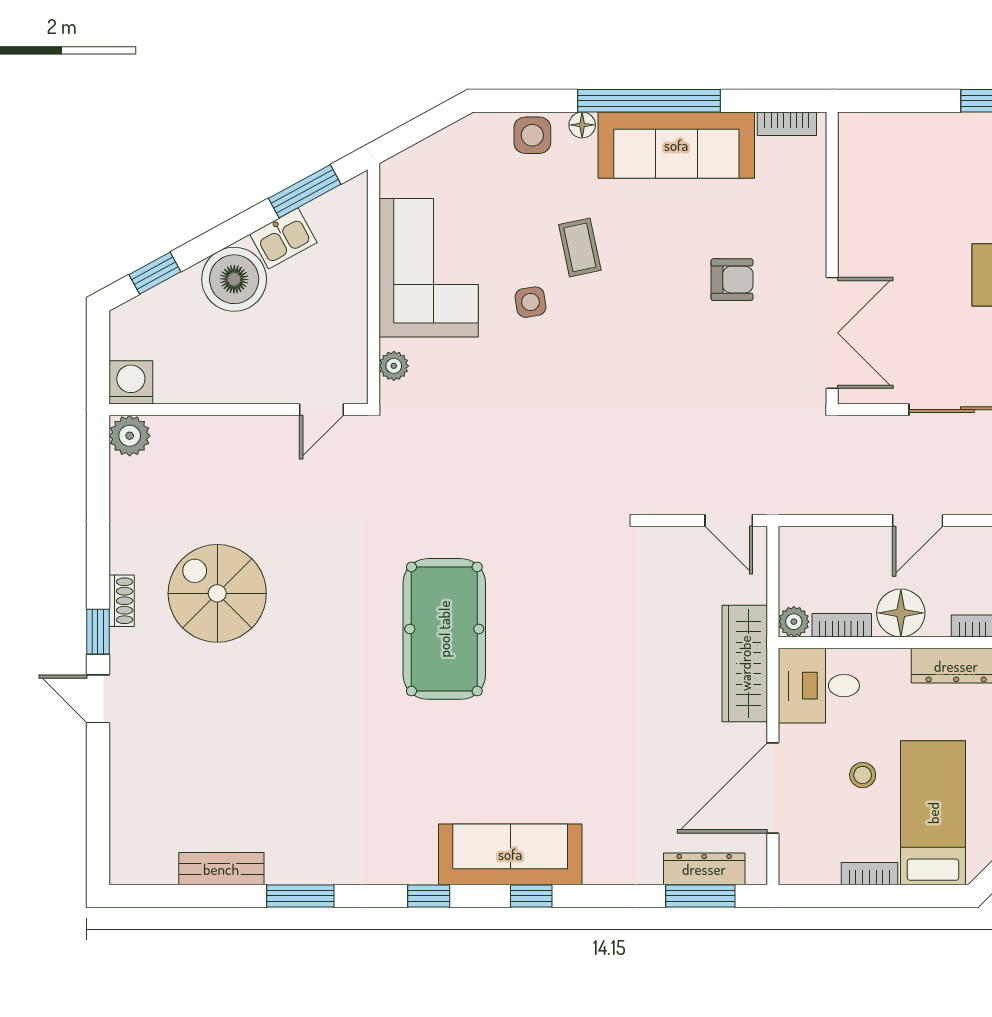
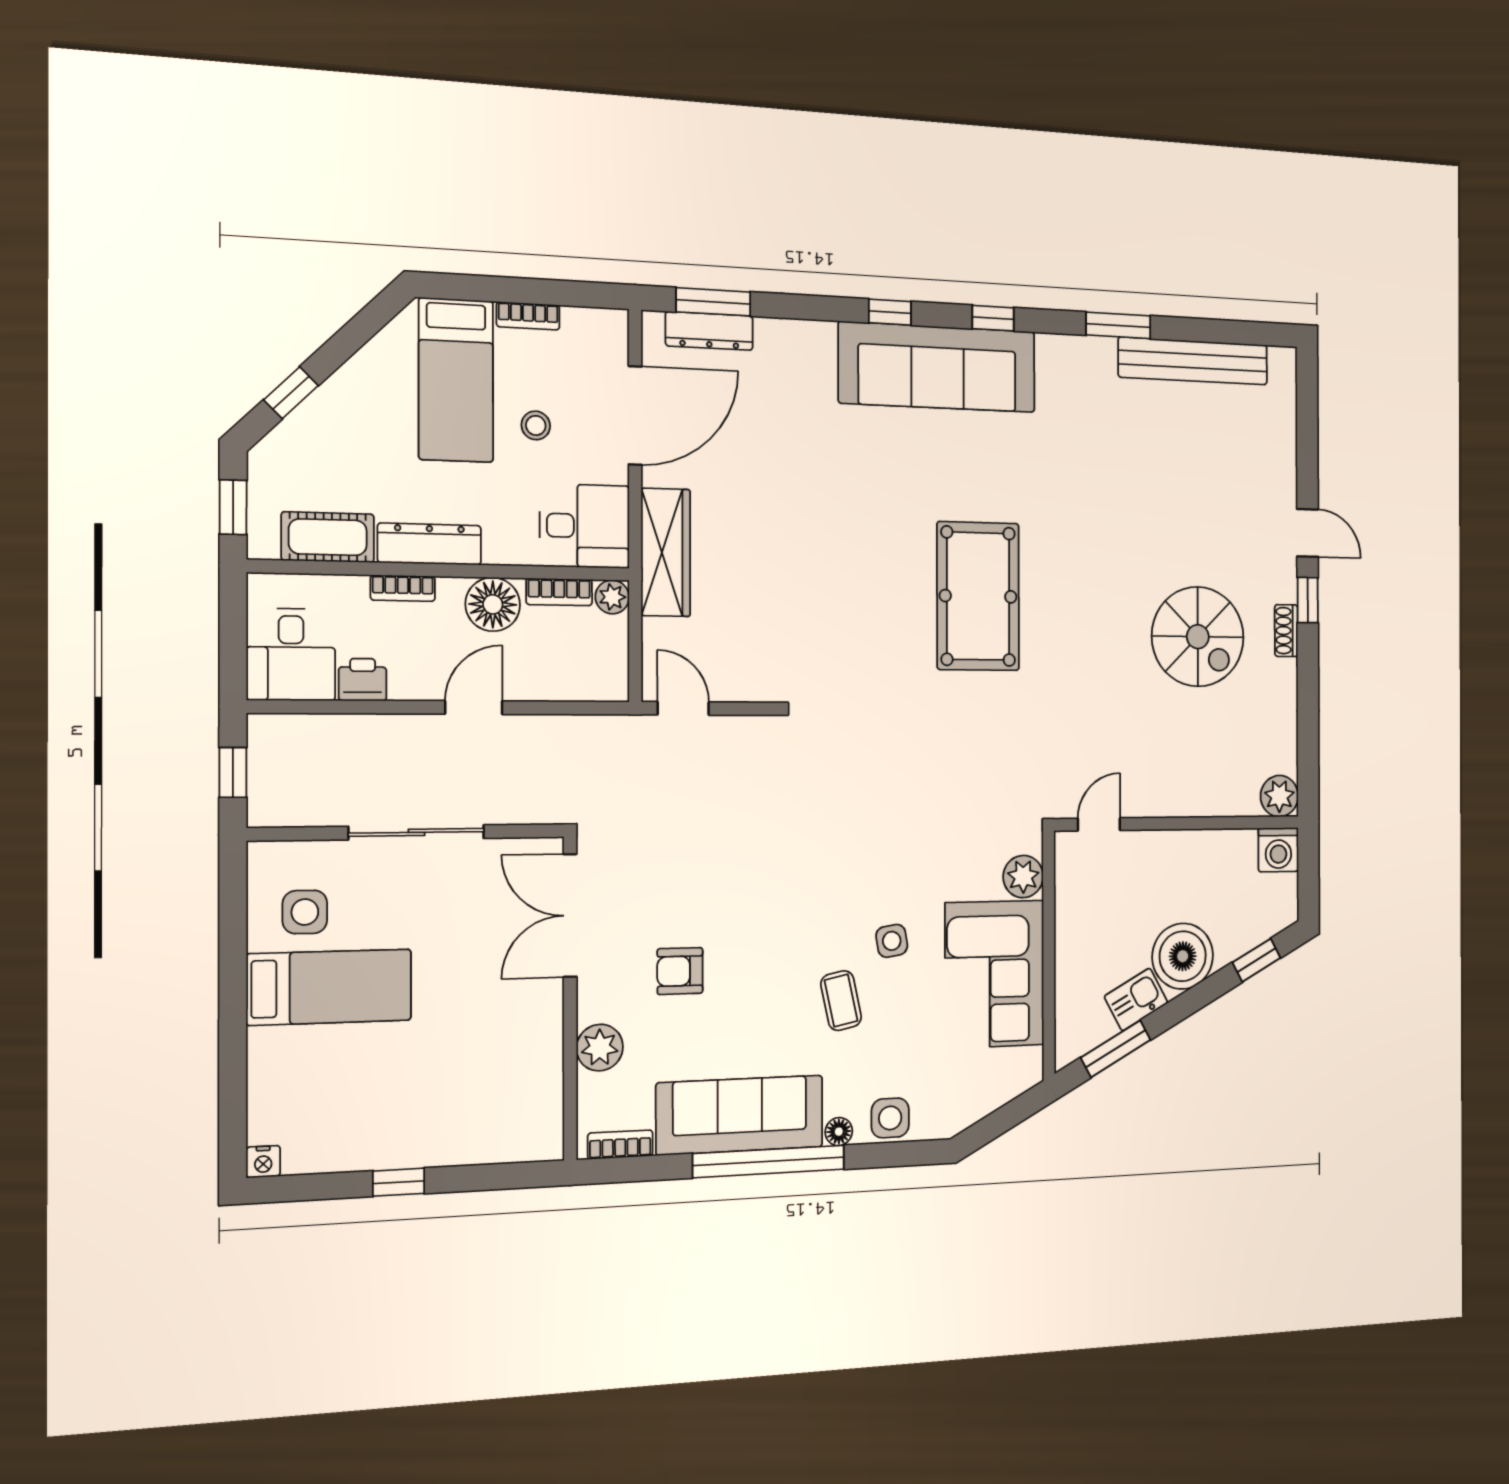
plant: (805, 212) -> (600, 1048), added
plant: (394, 366) -> (1023, 877), width x1.38, depth x1.38
sofa: (510, 854) -> (938, 367), width x1.36, depth x1.27
bench: (221, 869) -> (1193, 361), width x1.86, depth x1.21

